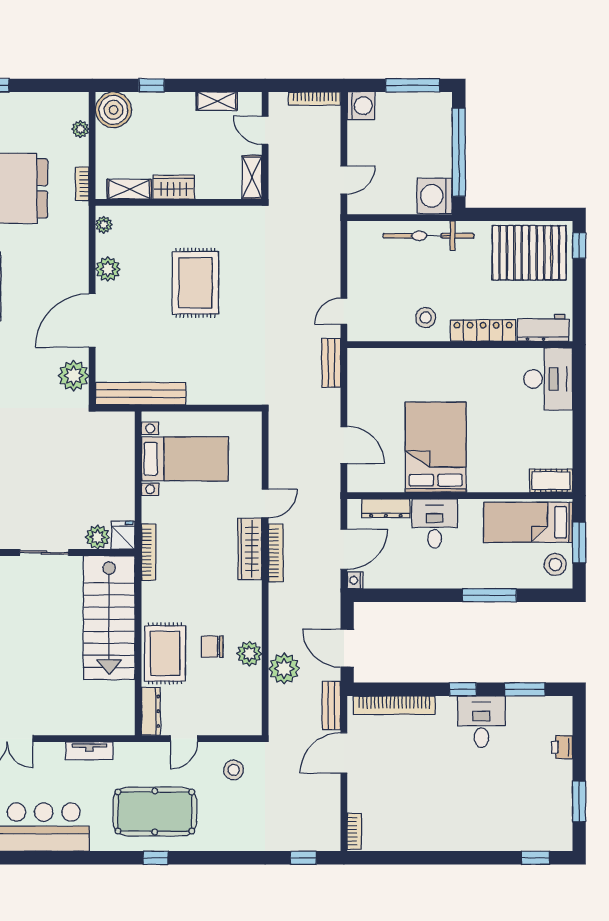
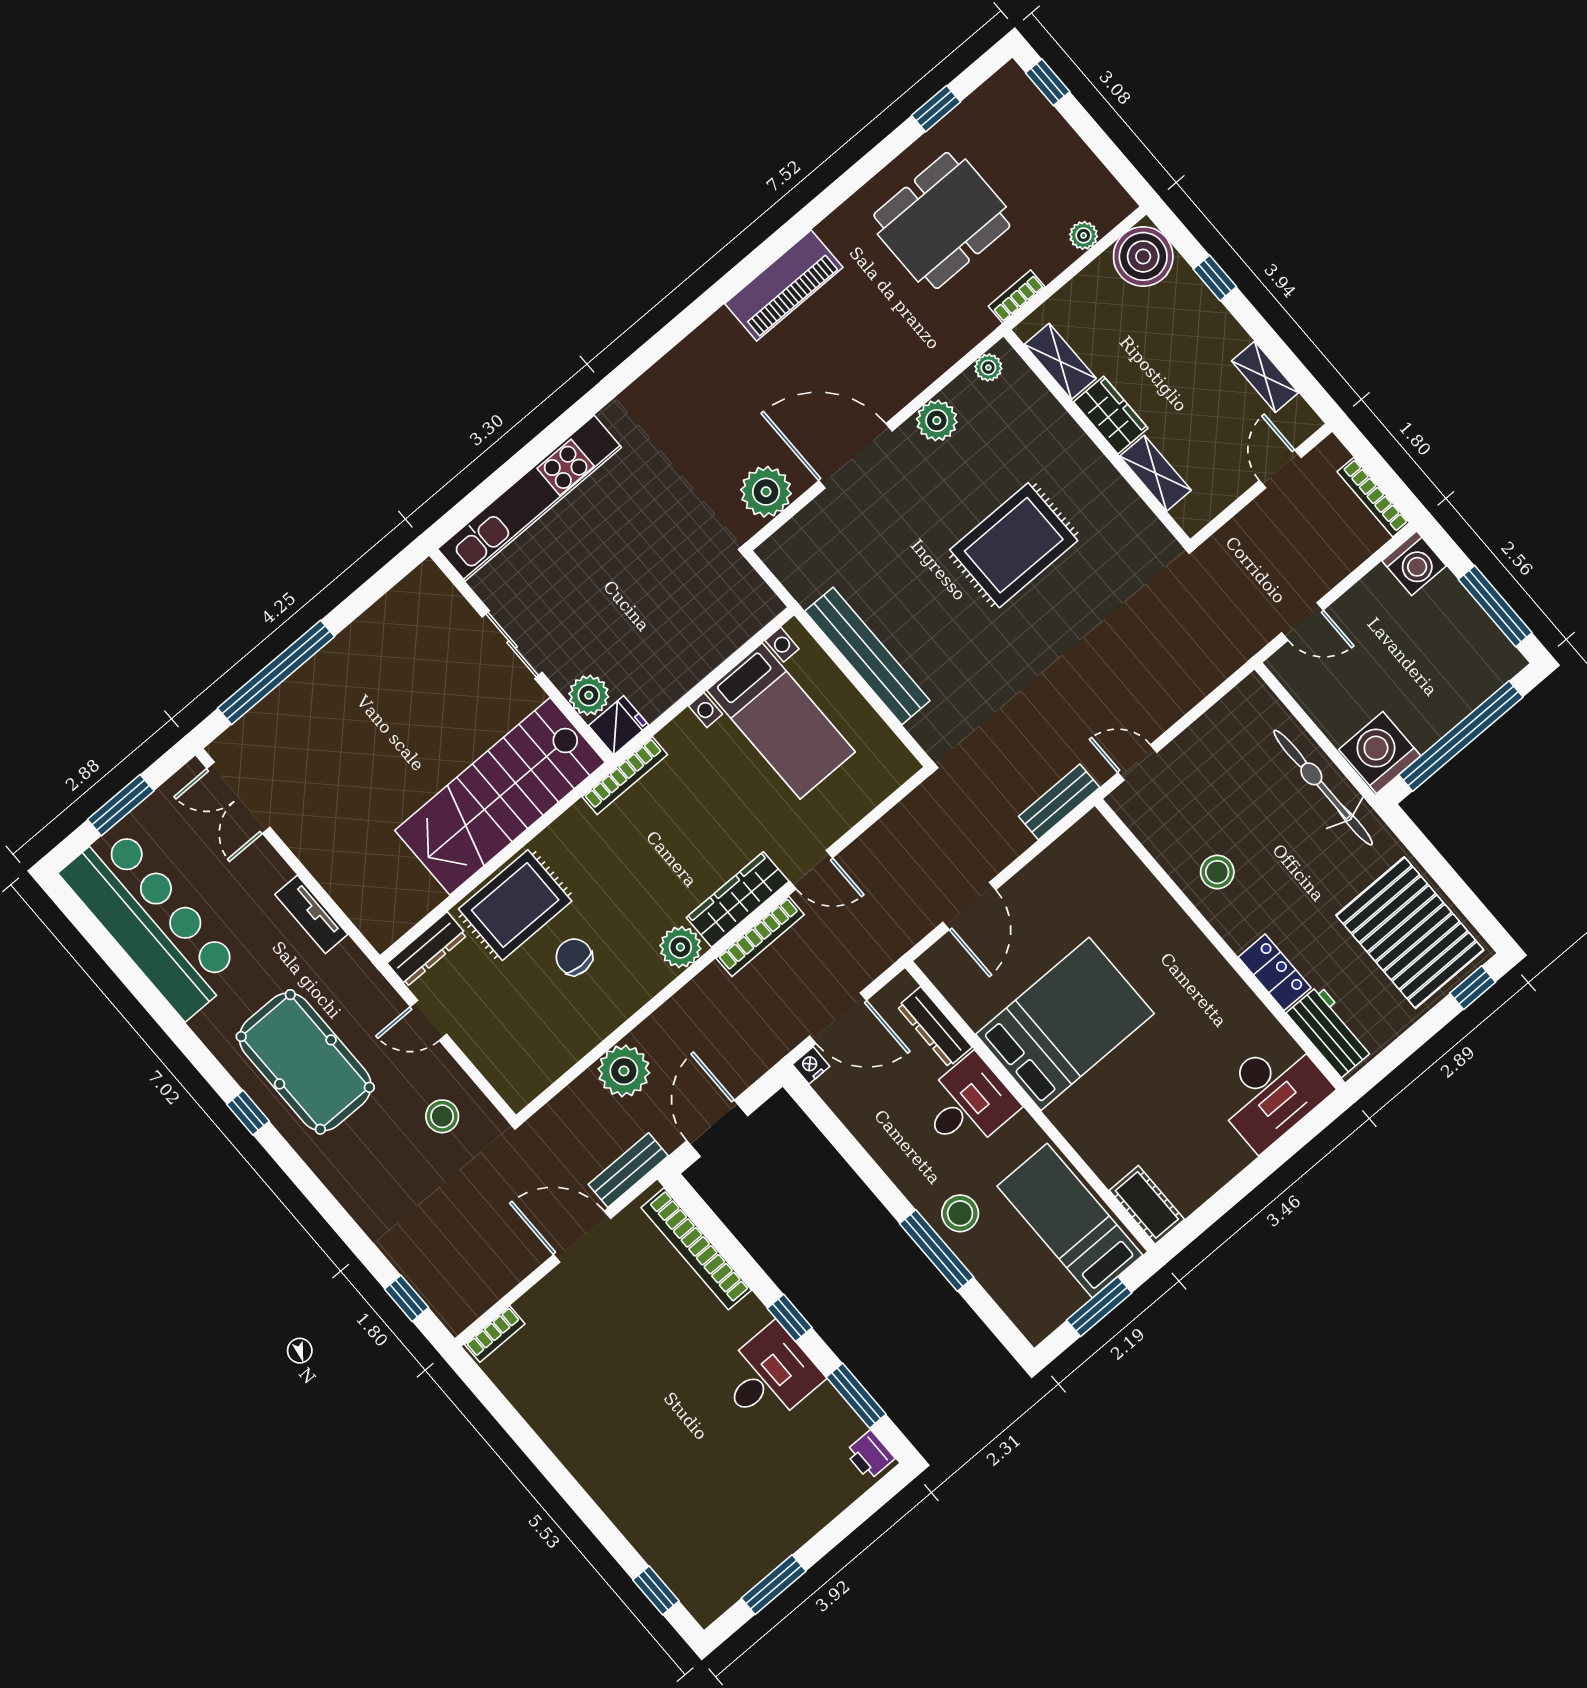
shelving: (252, 177) -> (1156, 473), moved, turned 90
locker: (483, 331) -> (1275, 972), width x0.66
bench: (141, 394) -> (867, 656), moved
stool: (555, 565) -> (960, 1213), moved
plant: (249, 654) -> (680, 947), moved
printer: (562, 747) -> (870, 1455), moved, turned -90

